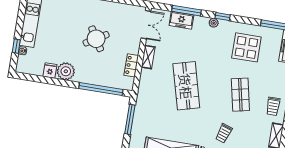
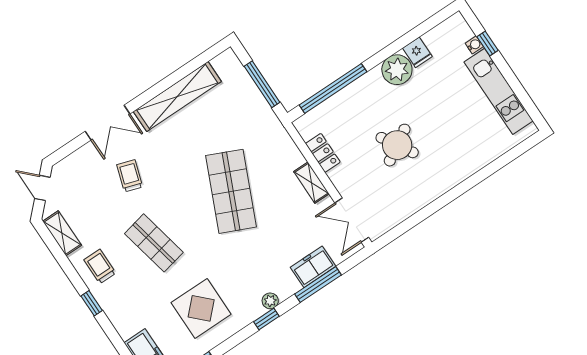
shop shelf: (186, 86) -> (231, 191), turned 39

